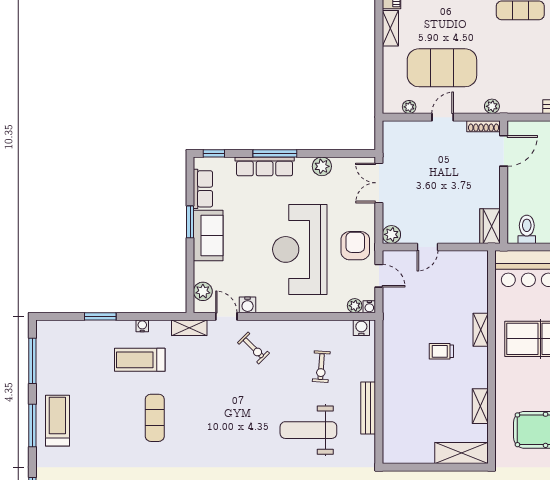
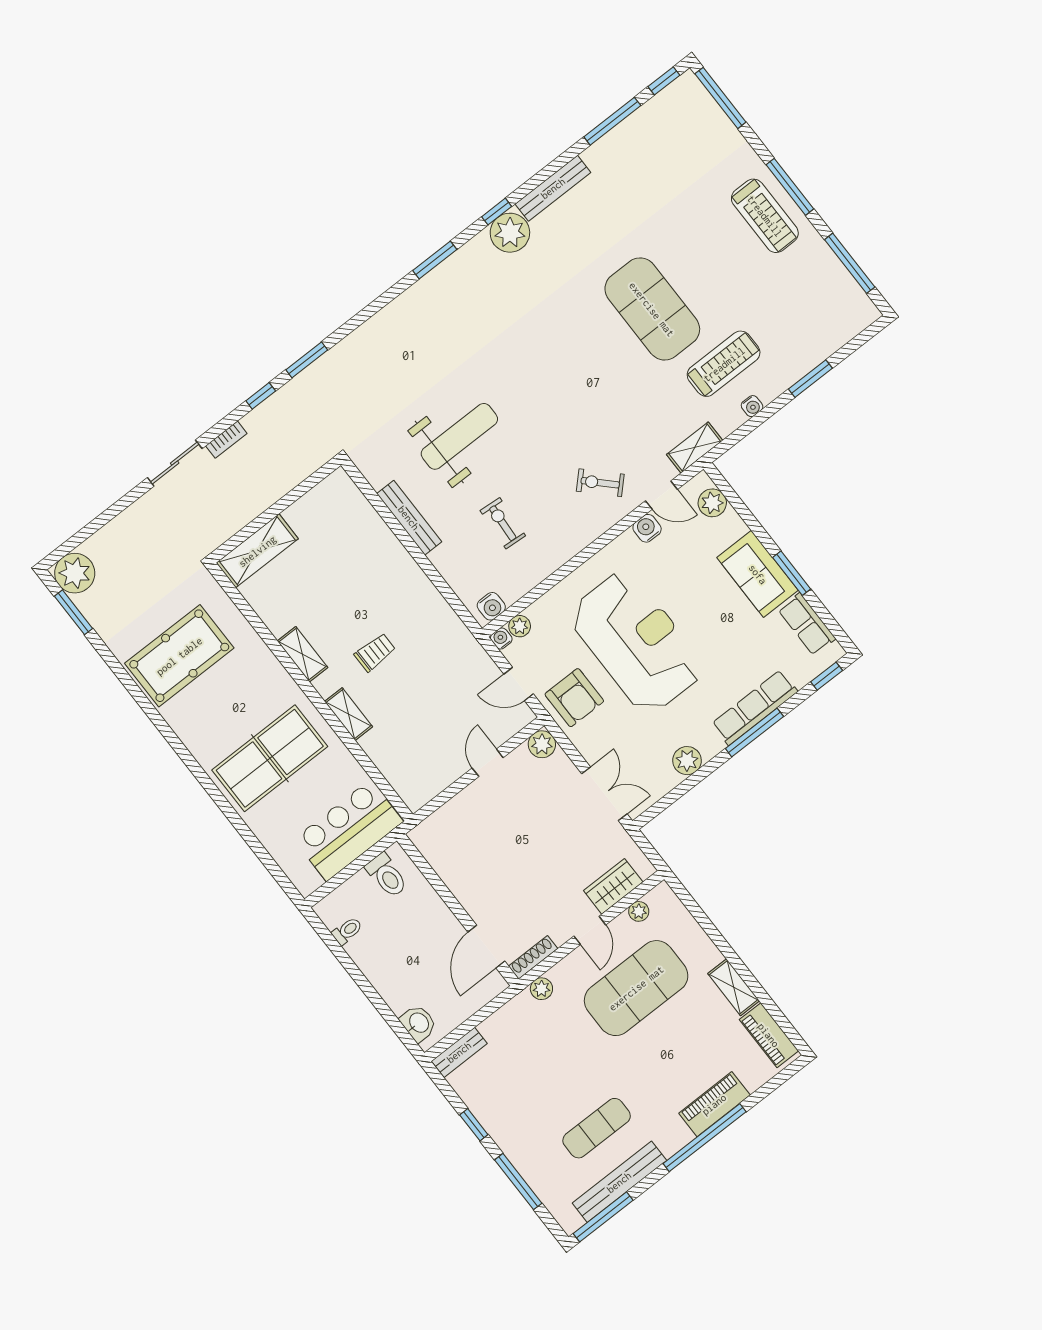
wardrobe: (490, 226) -> (613, 886), moved, turned -90
shelving: (480, 406) -> (302, 654), moved
exercise mat: (155, 418) -> (652, 309), width x2.00, depth x1.45

